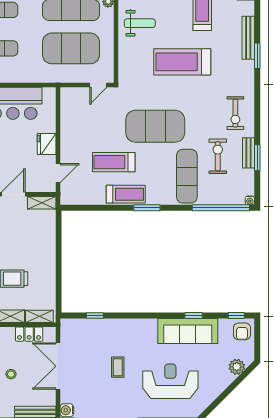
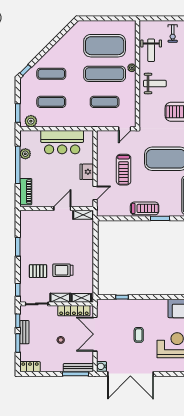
exercise mat: (71, 48) -> (105, 102), width x0.50, depth x0.69
treadmill: (114, 162) -> (124, 170), moved, turned -90
locker: (29, 334) -> (74, 311), width x1.53

